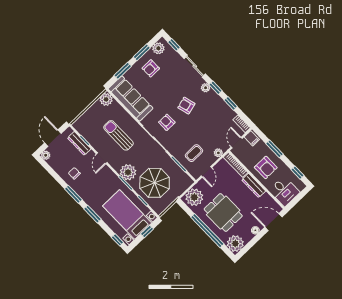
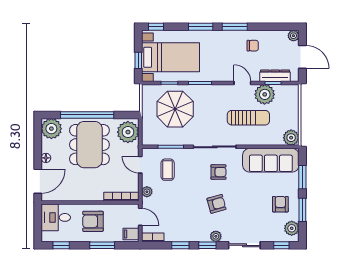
plant: (128, 172) -> (265, 94), moved
dresser: (254, 185) -> (87, 195), removed
dining table: (223, 213) -> (89, 145), width x1.37

